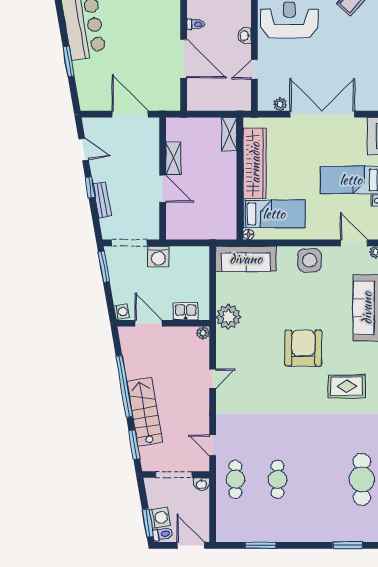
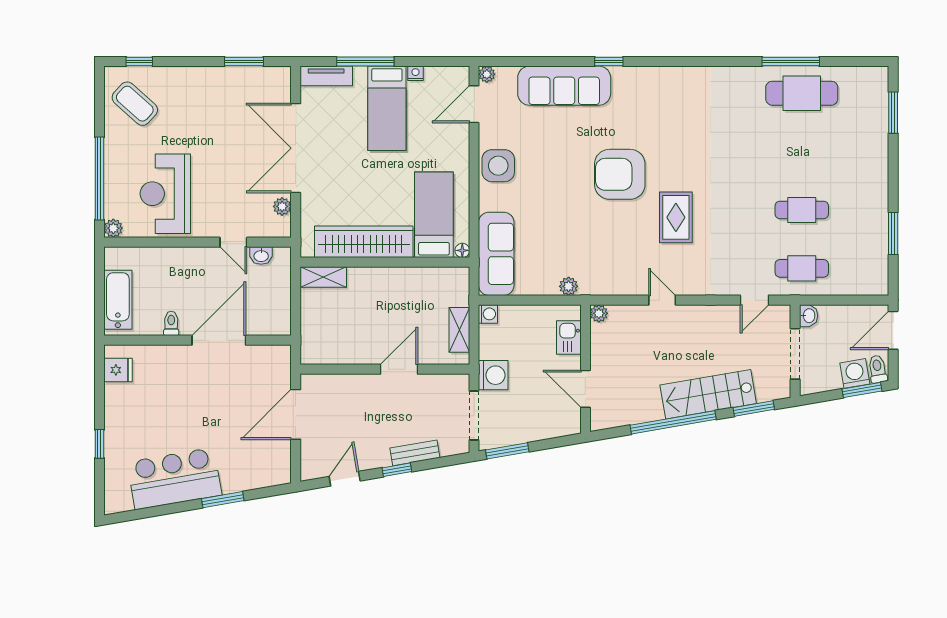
washbasin: (245, 36) -> (261, 256), moved
shelving: (173, 158) -> (459, 330), moved, turned 90
washing machine: (122, 312) -> (488, 314), moved, turned 100
plant: (228, 317) -> (569, 286), width x0.53, depth x0.53
door: (148, 323) -> (585, 389), hinge flipped
rug: (347, 386) -> (676, 217), moved

